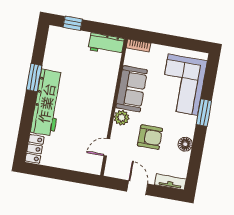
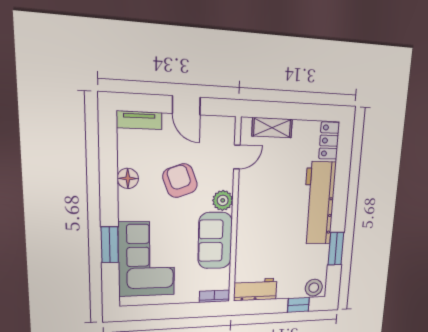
stool: (58, 35) -> (314, 288), added
window: (34, 78) -> (336, 249), moved
window: (204, 113) -> (110, 245), moved
armchair: (150, 137) -> (180, 181), turned 70
shelving: (78, 164) -> (272, 128), added

